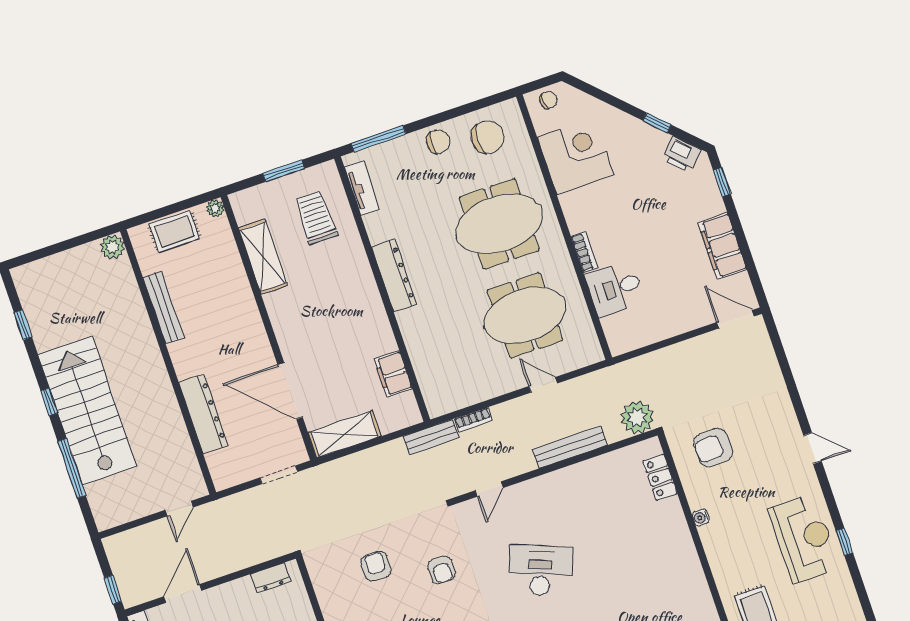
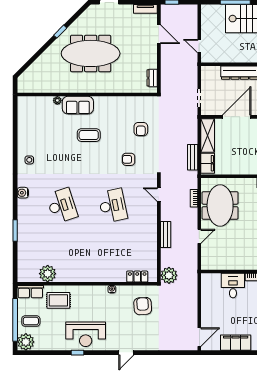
meeting table: (525, 315) -> (220, 205), moved
filing cabinet: (393, 374) -> (208, 163), moved, turned 90
bench: (431, 437) -> (193, 157), moved
bench: (570, 447) -> (166, 234), width x0.73
armchair: (376, 566) -> (141, 129), turned 90
desk: (540, 570) -> (113, 206), turned -33

